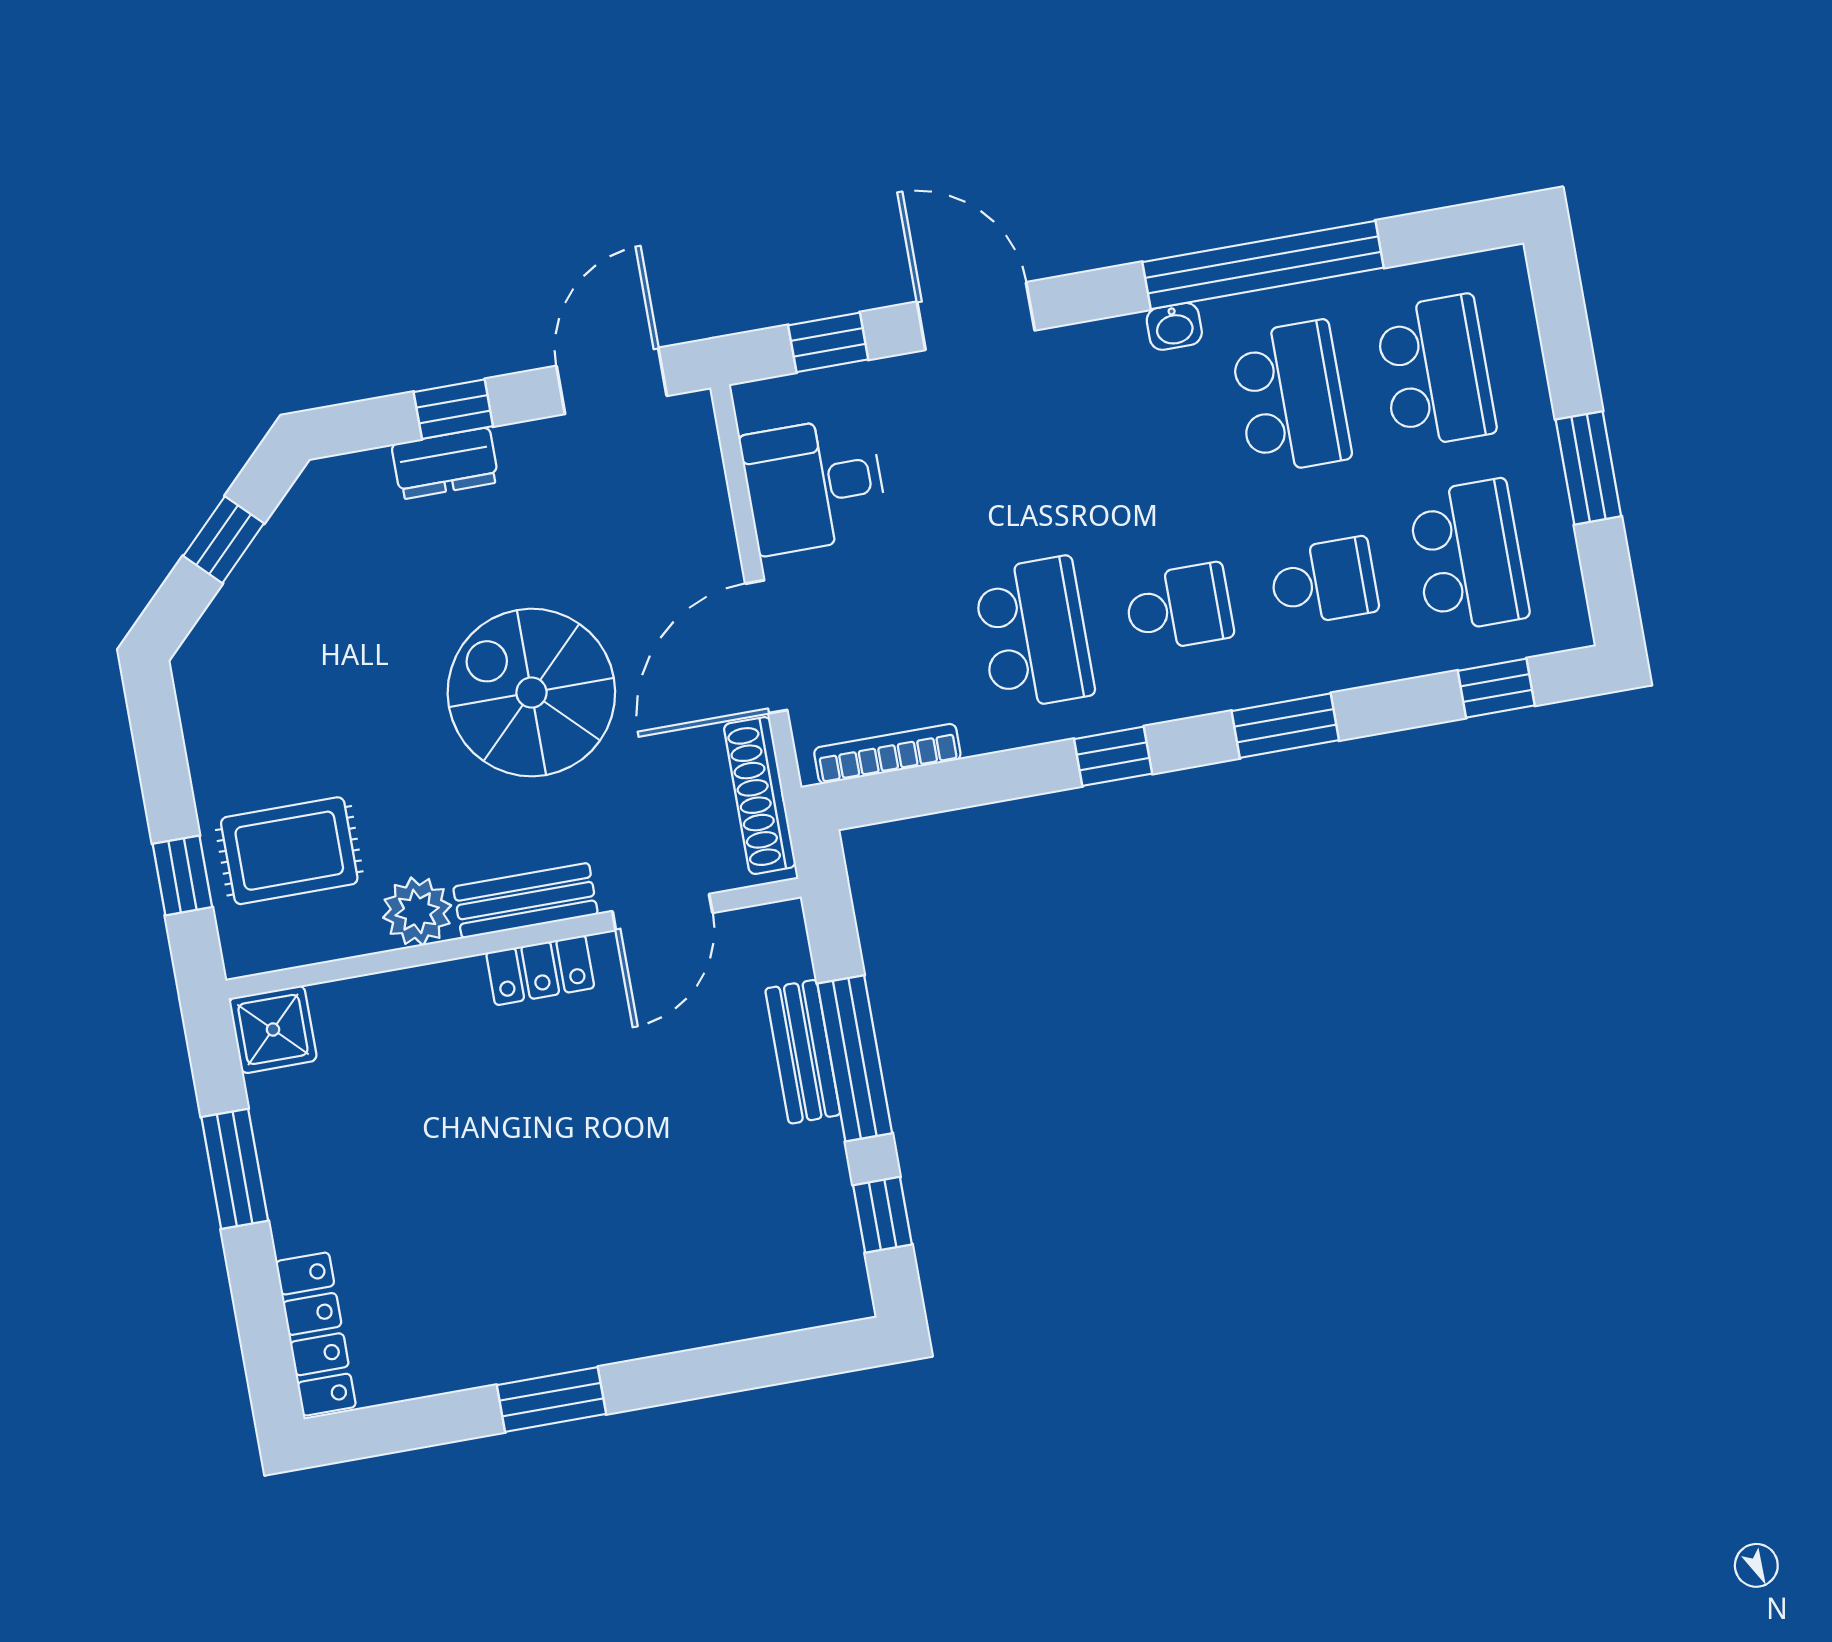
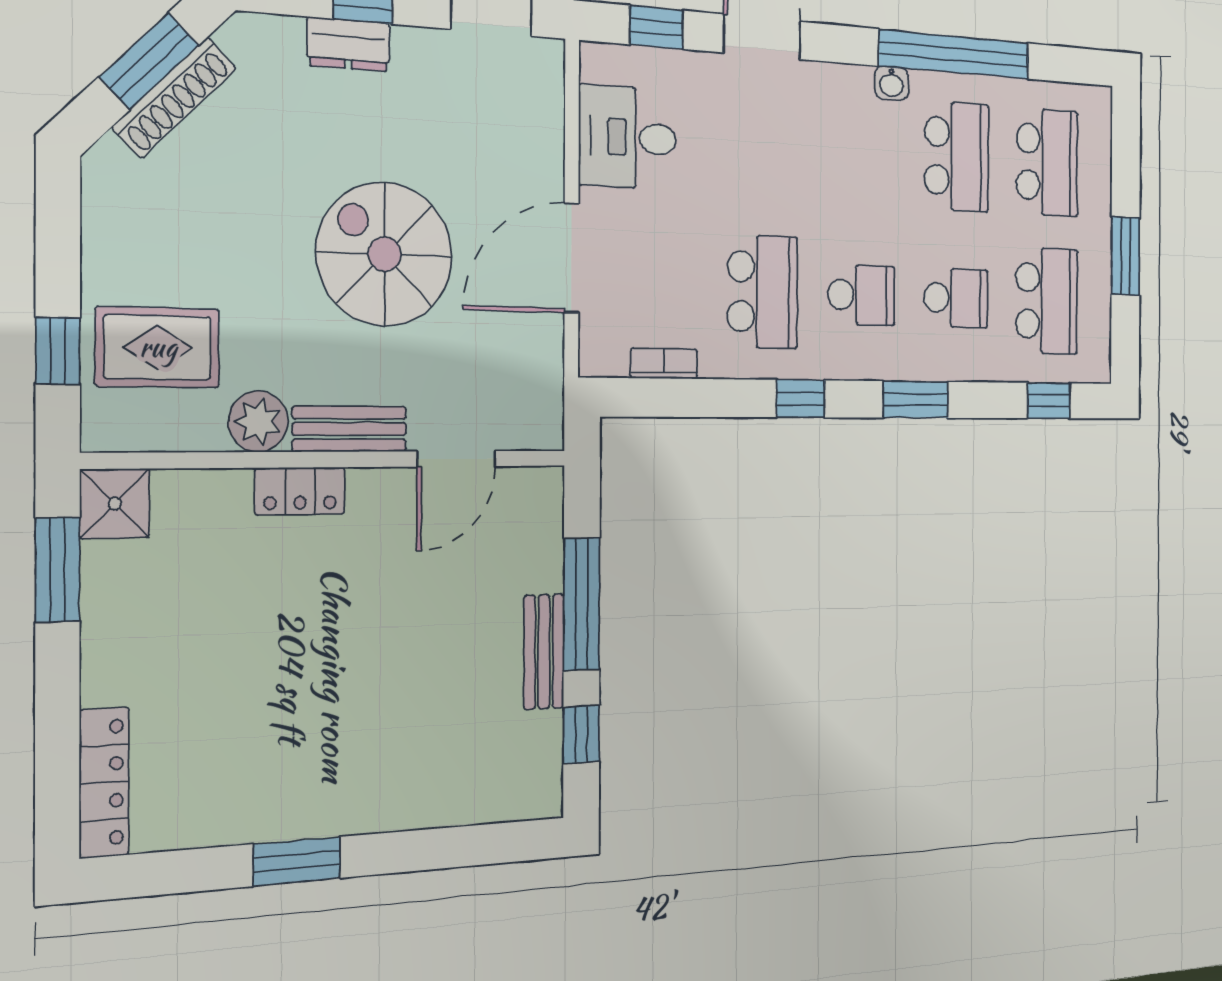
window: (224, 540) -> (149, 61), width x1.50
bookcase: (887, 754) -> (664, 364), width x0.64
shoe rack: (760, 796) -> (174, 97), moved, turned -135
locker: (540, 970) -> (300, 491), moved
bench: (803, 1052) -> (544, 652), moved
window: (235, 1169) -> (58, 570), moved

